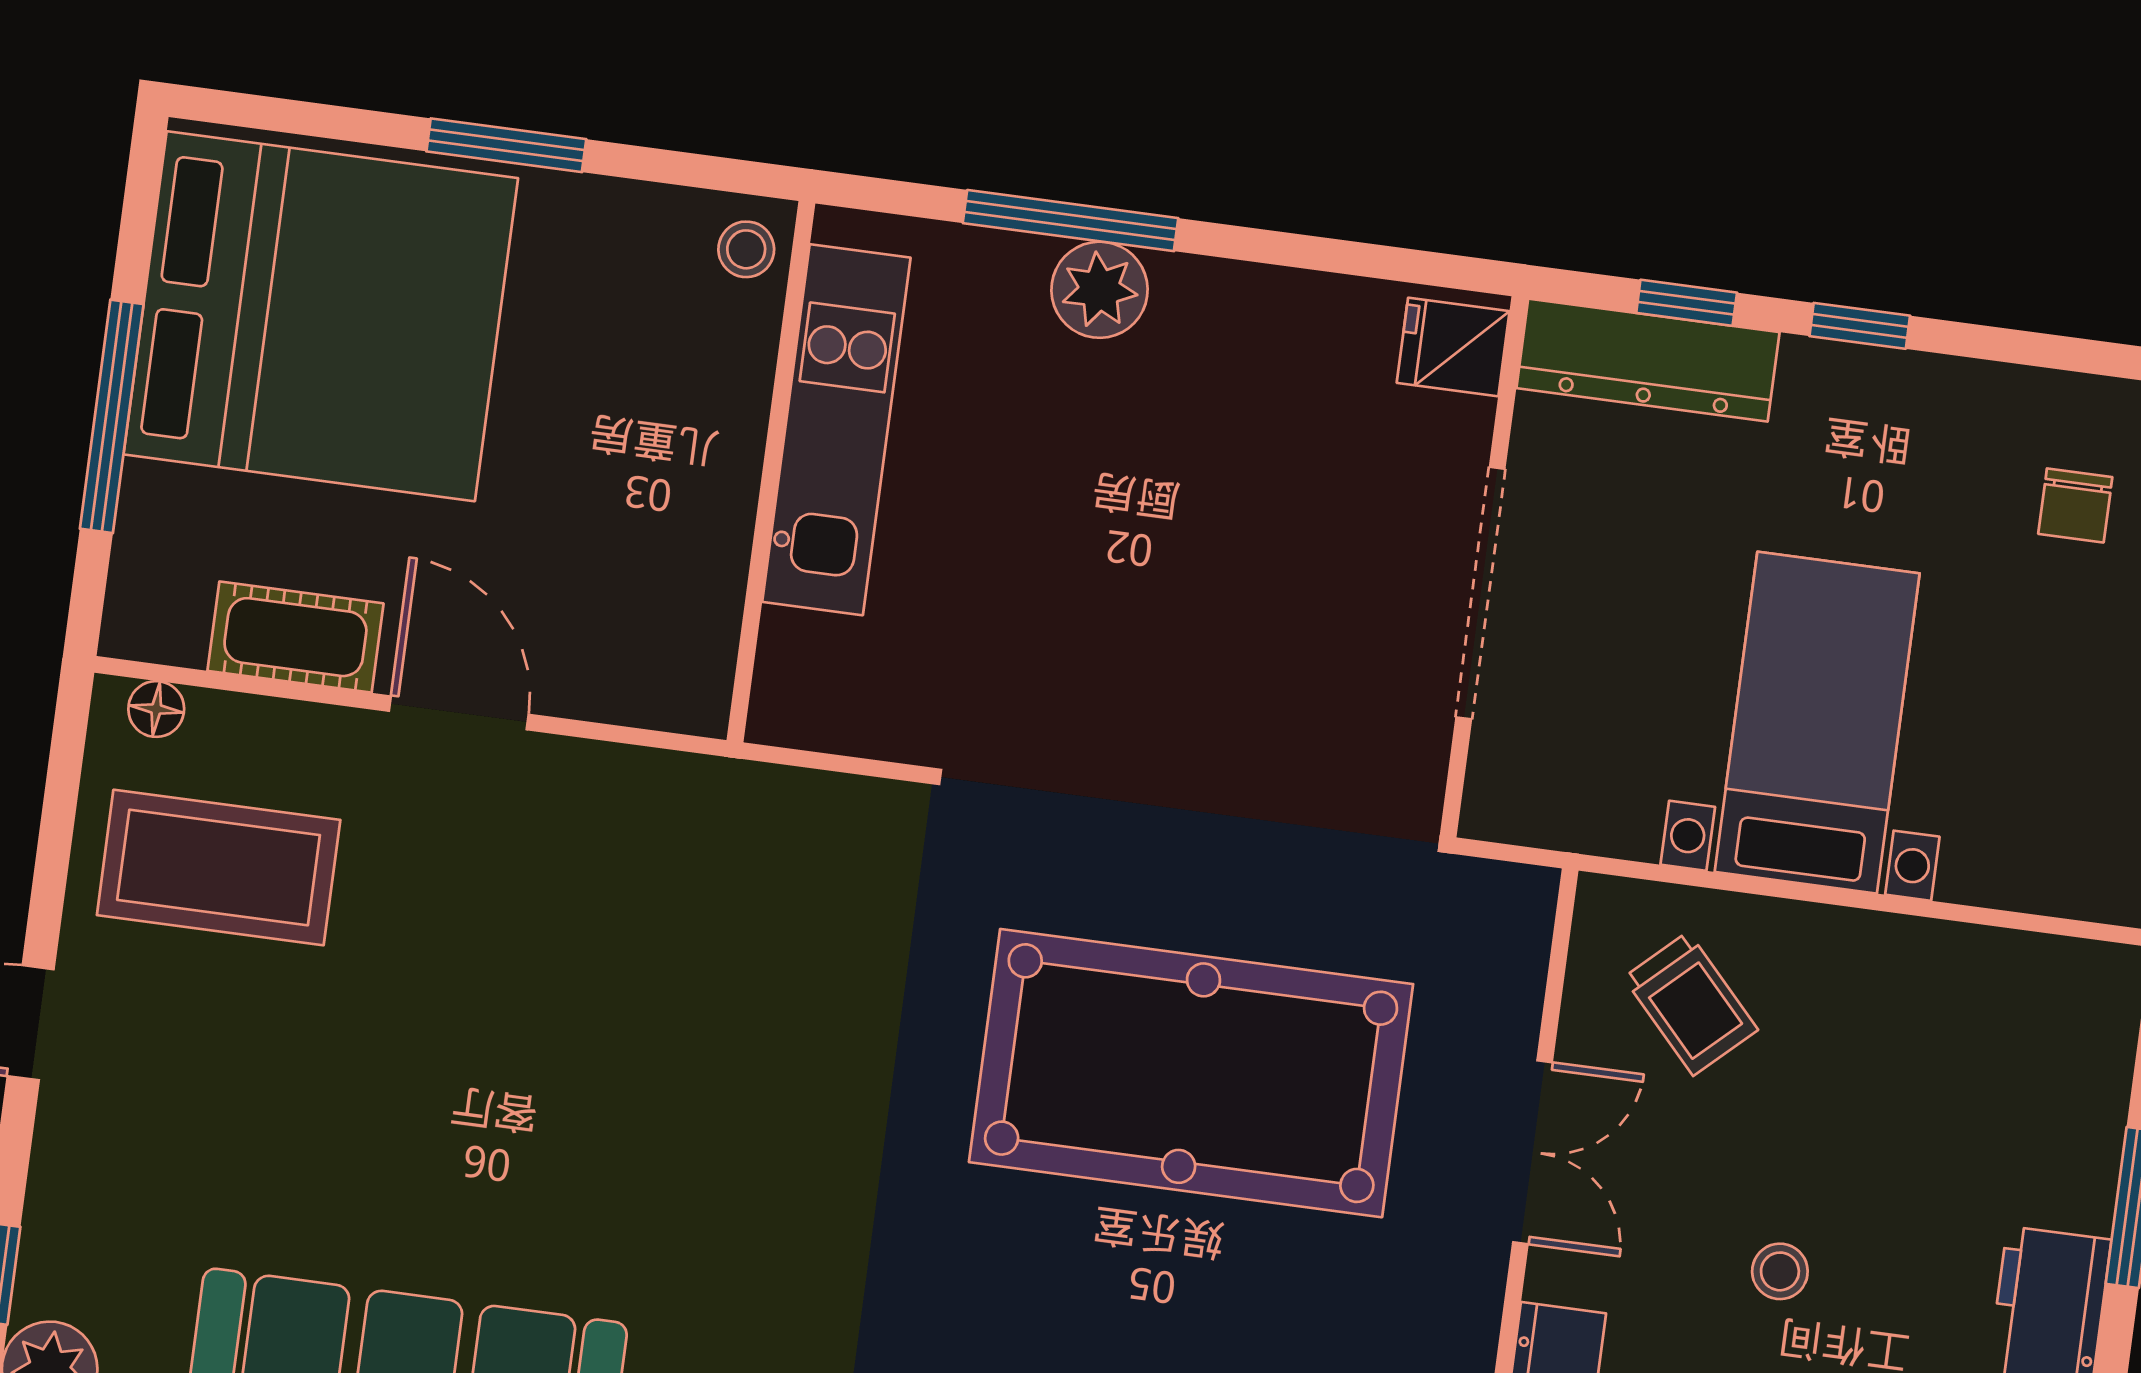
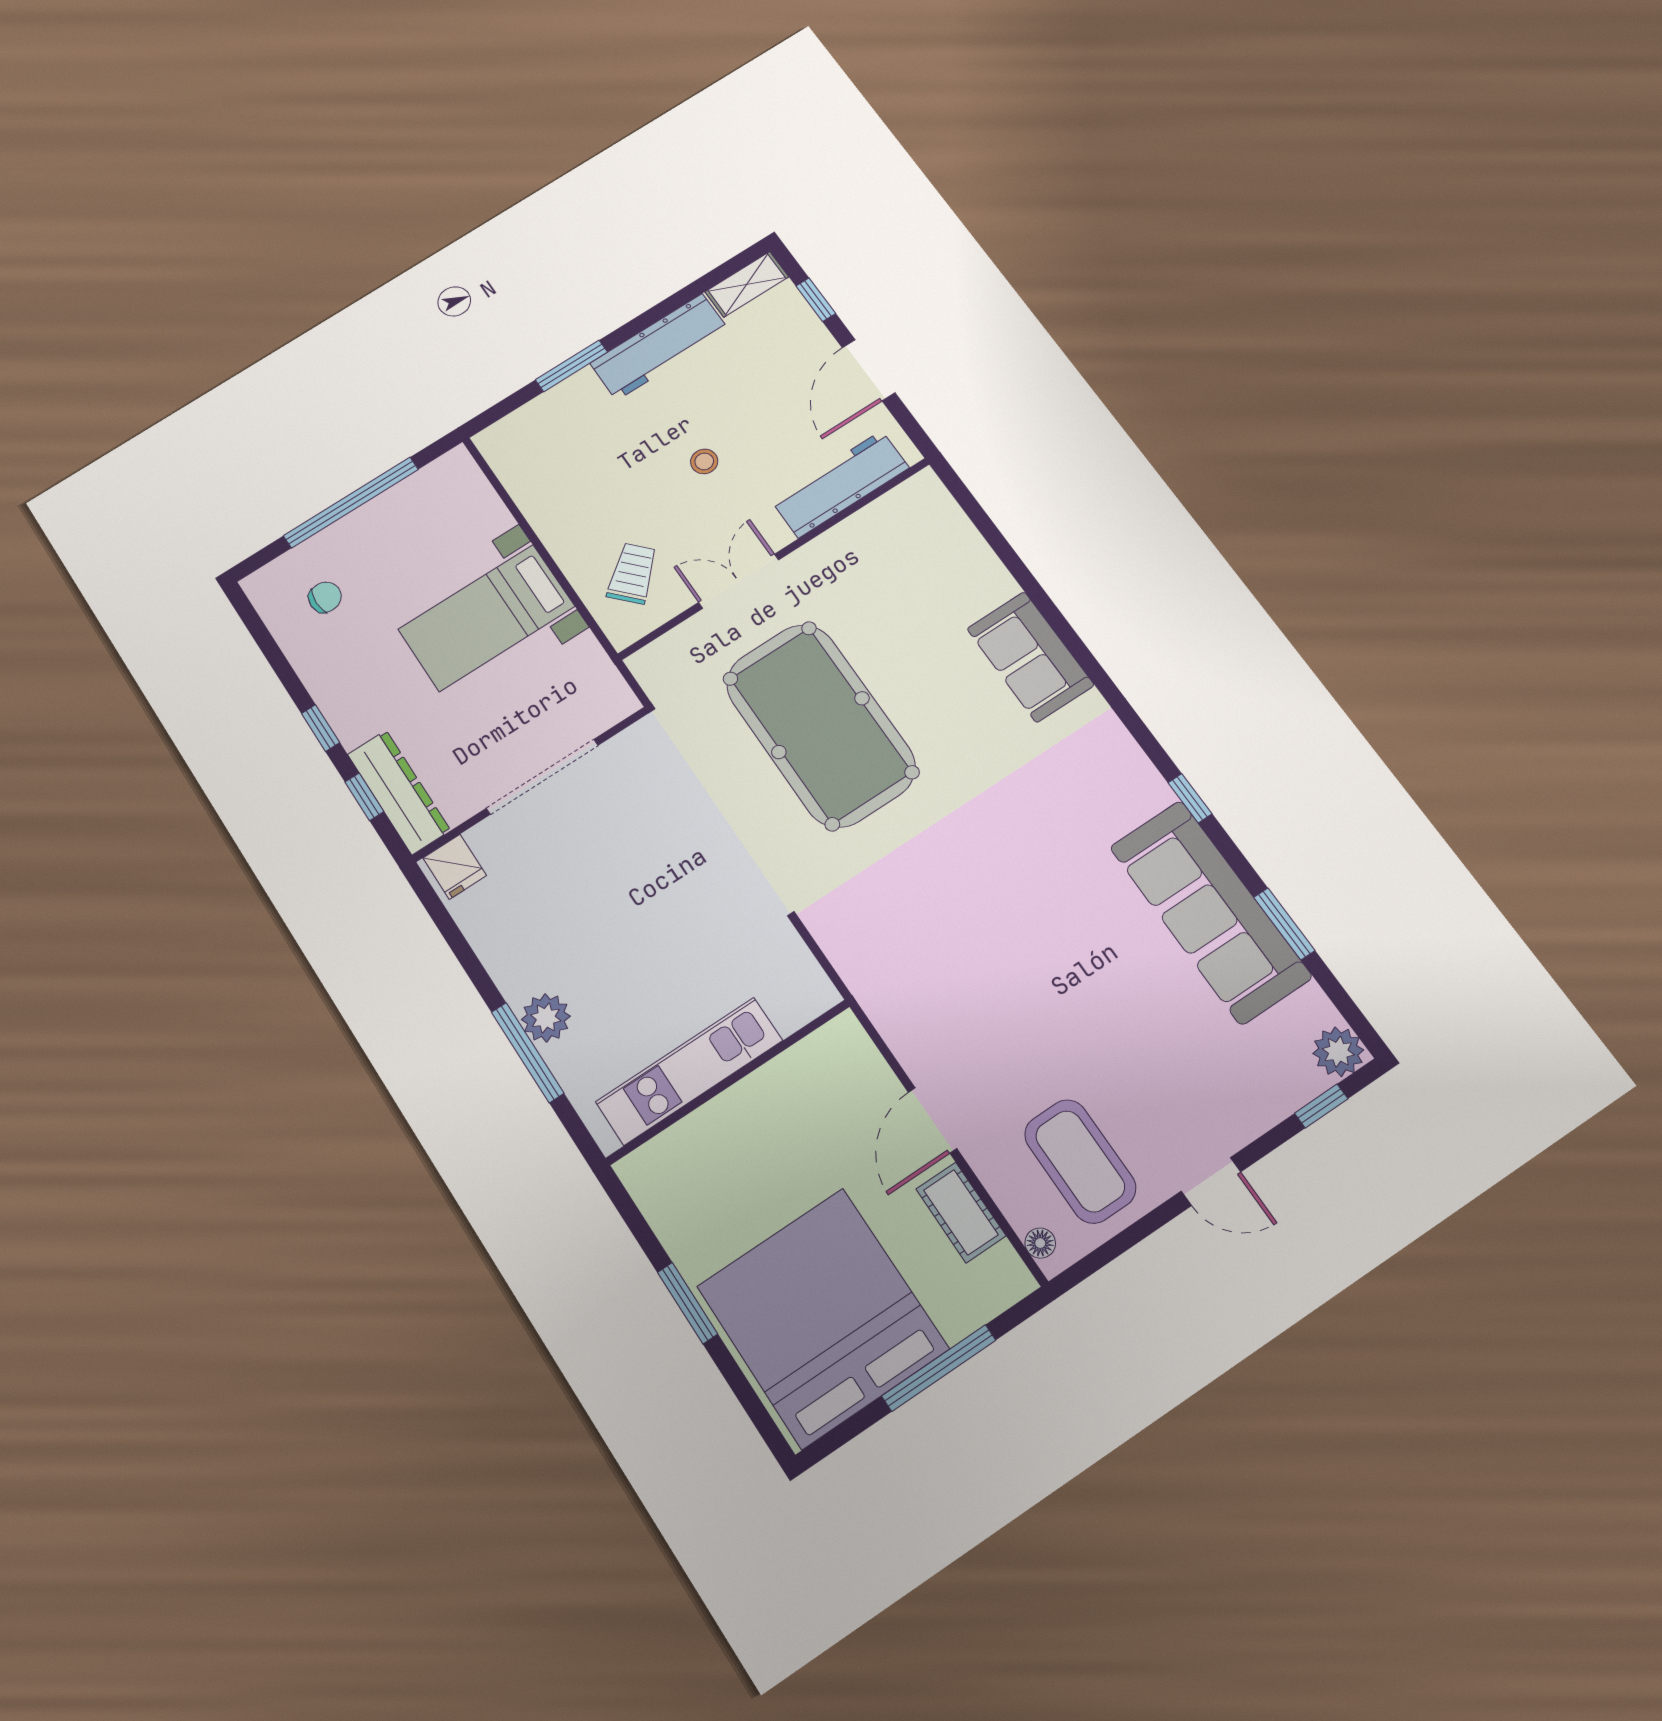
stool: (746, 249) -> (647, 1169), removed

